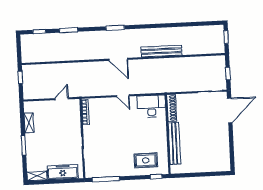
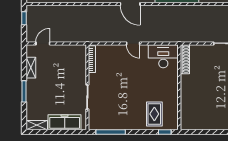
door: (62, 99) -> (43, 43), moved
bench: (174, 143) -> (186, 97), removed
rug: (146, 160) -> (154, 114), turned 90

